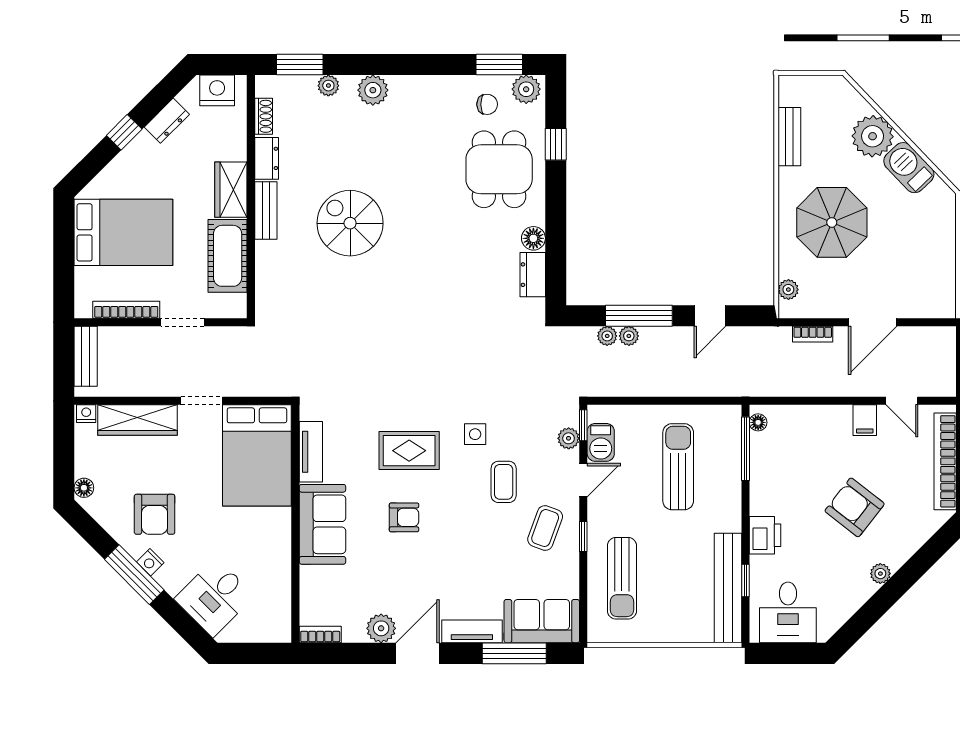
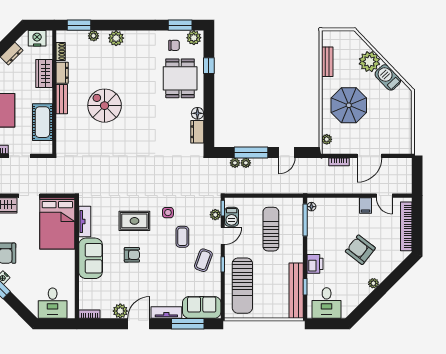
wardrobe: (231, 190) -> (44, 74), moved
sun lounger: (622, 578) -> (242, 286), width x1.36, depth x1.34
desk: (214, 597) -> (53, 303), moved, turned -45

